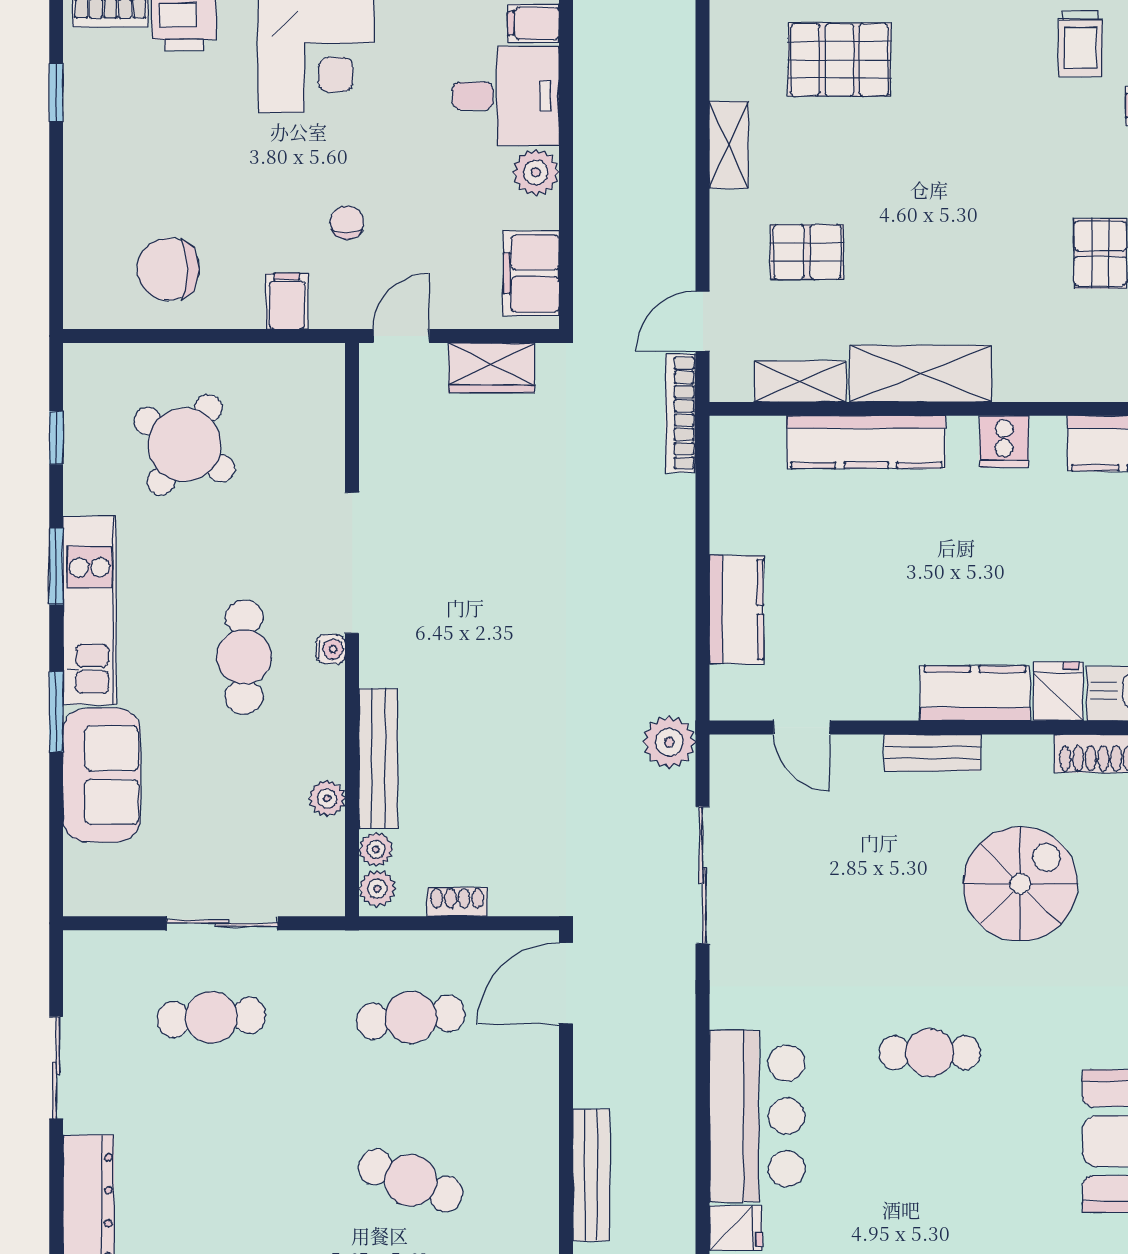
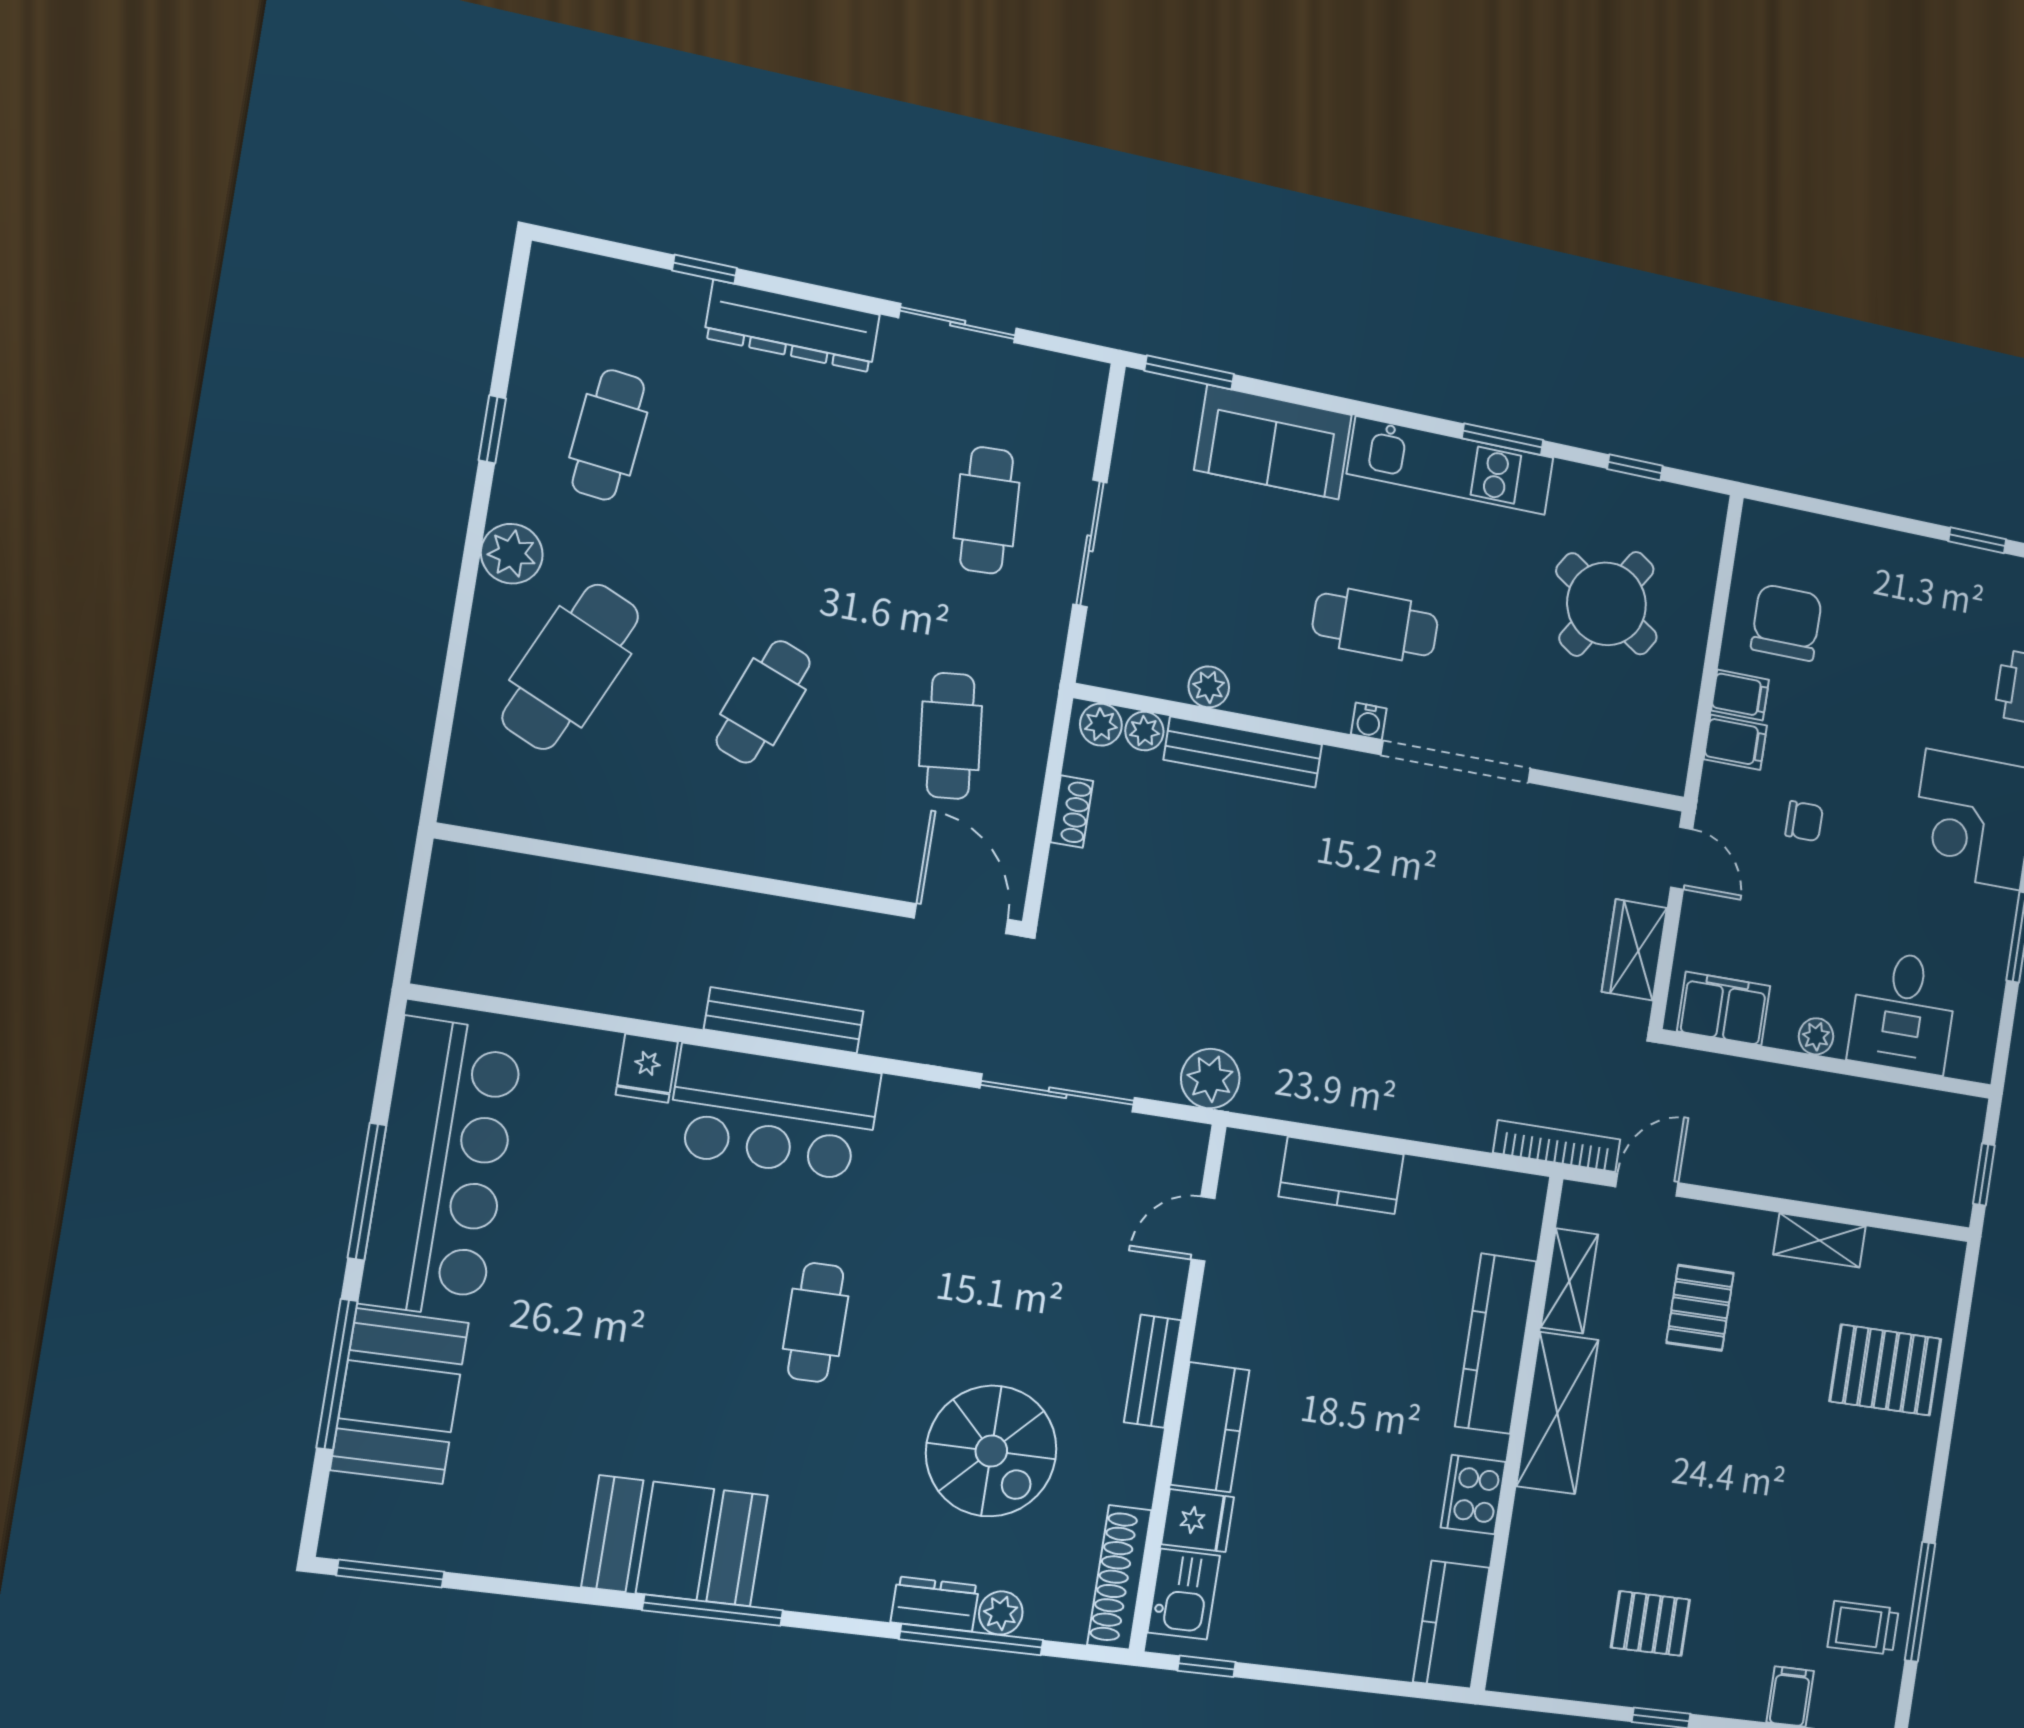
filing cabinet: (533, 23) -> (1740, 695), moved, turned 90
pallet: (839, 60) -> (1885, 1370), turned 90
plant: (536, 172) -> (1816, 1036), width x0.73, depth x0.73
door: (703, 321) -> (1647, 1185), hinge flipped
cooker: (1004, 441) -> (1473, 1495), width x1.36
window: (56, 712) -> (1189, 372), moved
bench: (591, 1175) -> (784, 1020), moved

